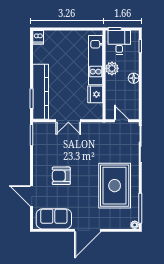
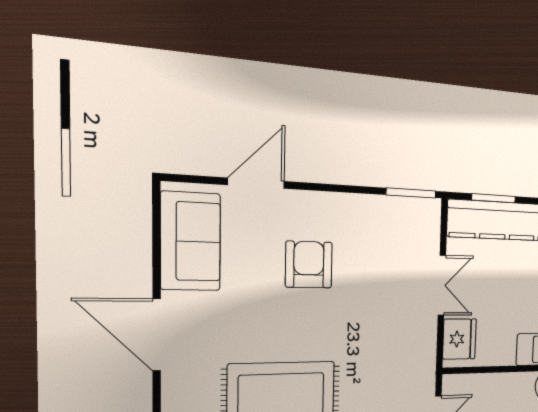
fridge: (95, 94) -> (459, 339), moved, turned 90
double door: (68, 121) -> (442, 285), swing flipped

